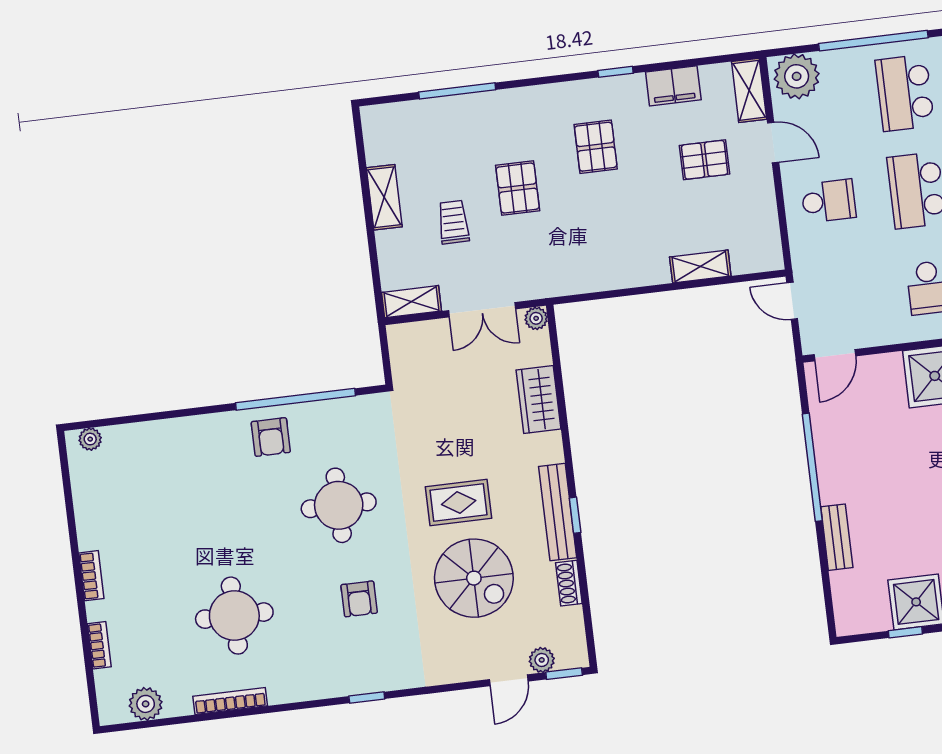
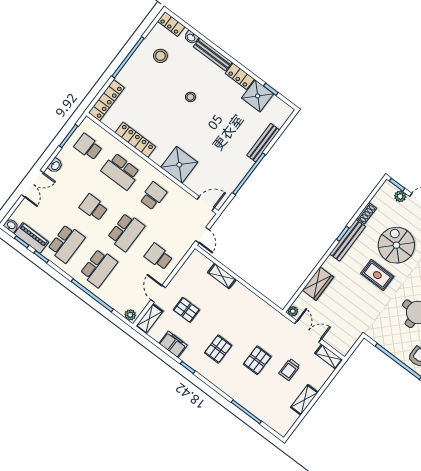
plant: (797, 76) -> (130, 315), width x0.53, depth x0.53
bench: (837, 537) -> (263, 143), width x1.36

